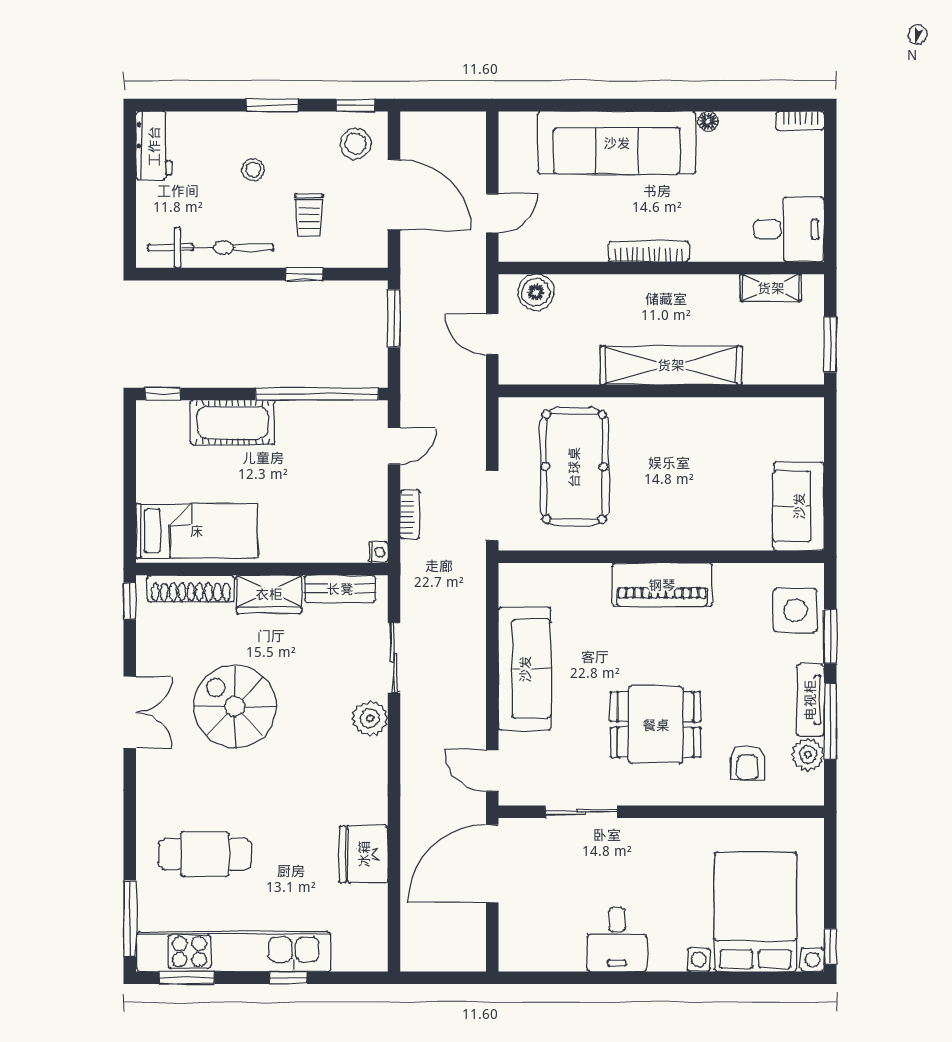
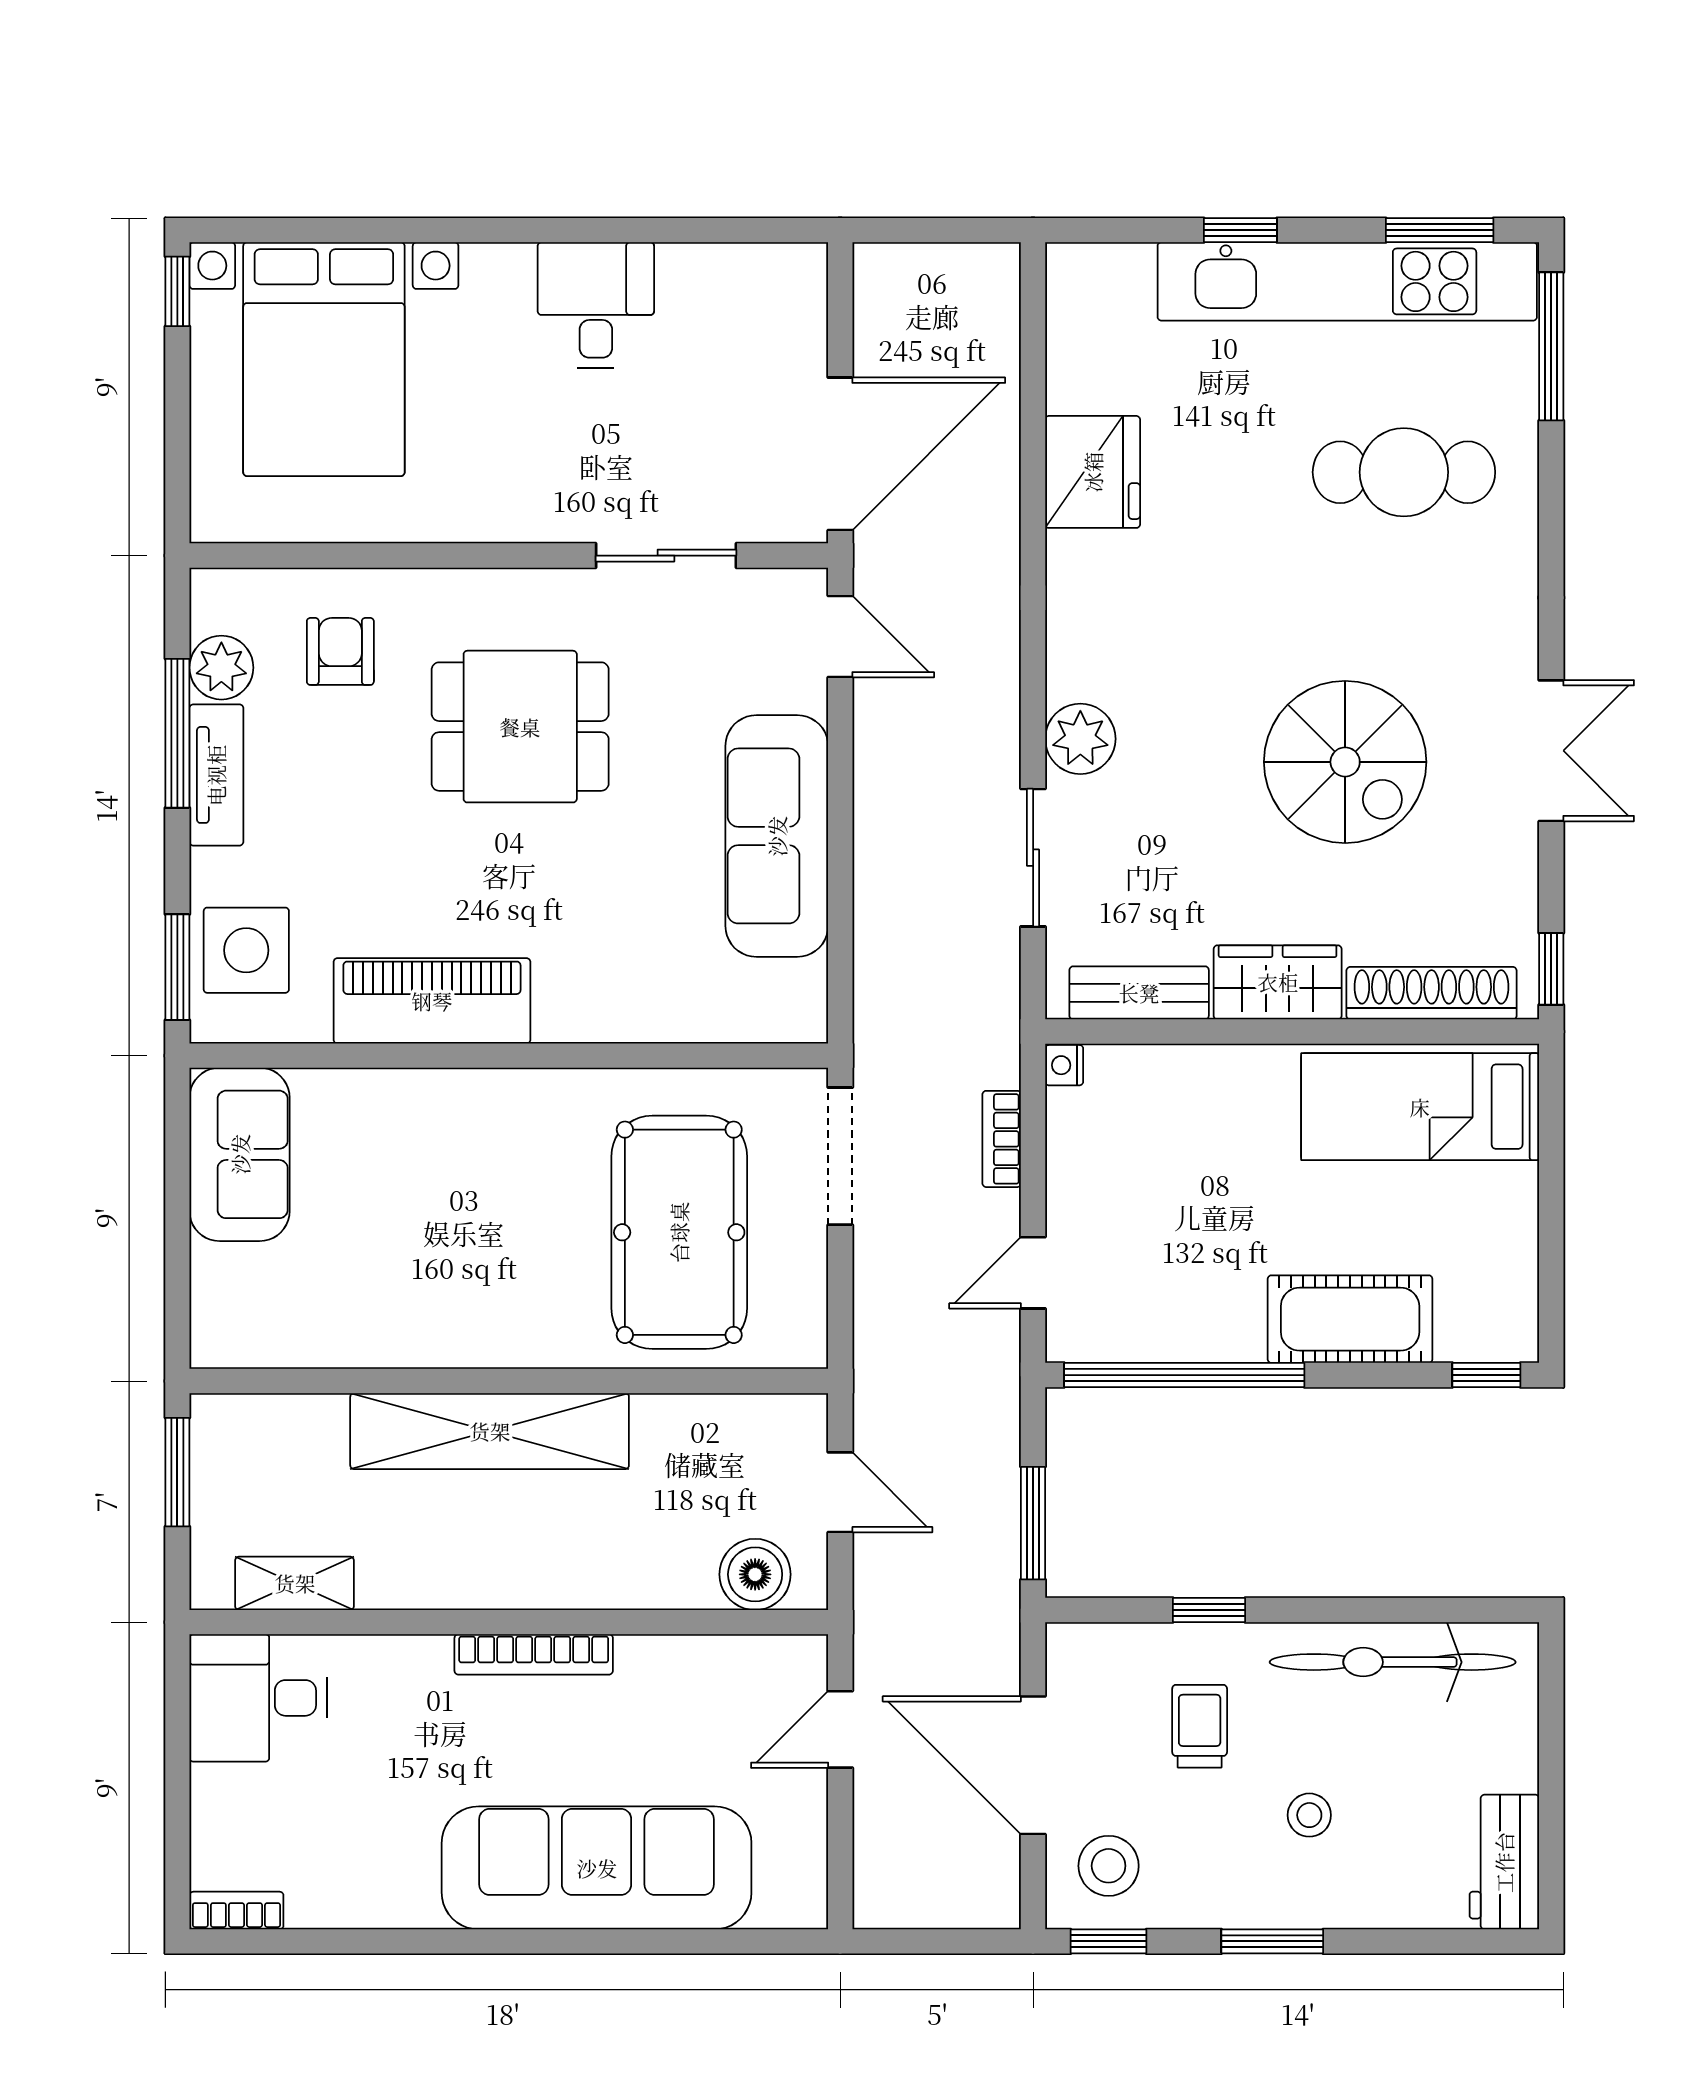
floor lamp: (708, 121) -> (417, 1910), removed
piano: (662, 585) -> (432, 1001), moved
window: (830, 637) -> (177, 967), moved
double door: (130, 712) -> (1551, 751), swing flipped

